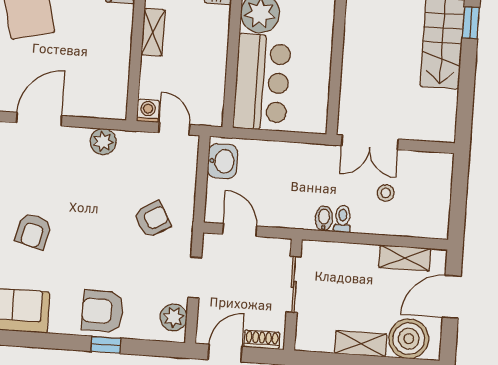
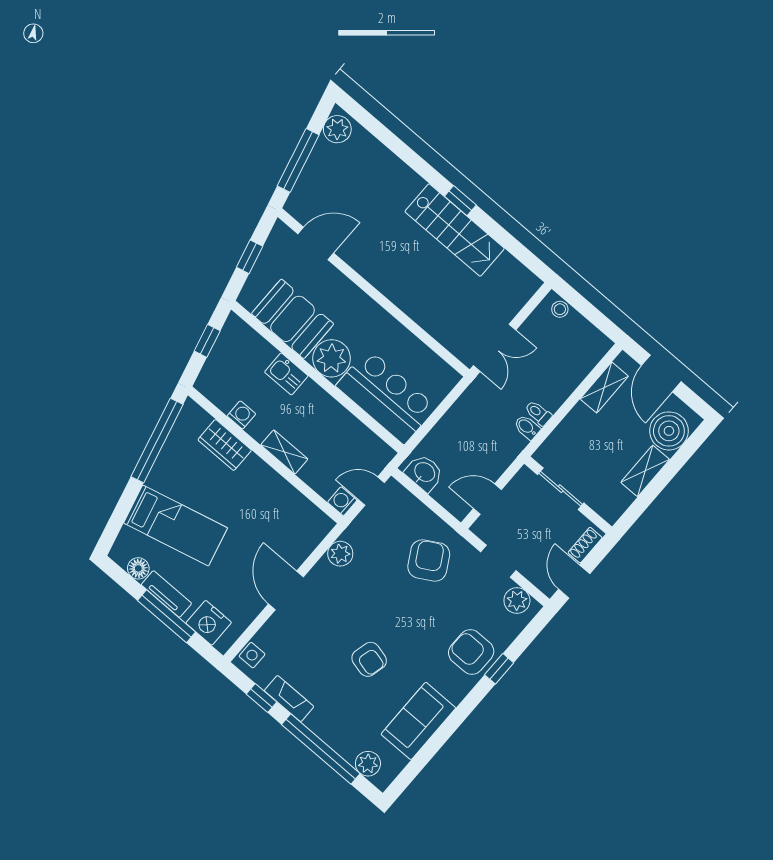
stool: (386, 193) -> (560, 309), moved
armchair: (152, 219) -> (429, 560), width x1.38, depth x1.38
armchair: (103, 311) -> (471, 652), turned 89

